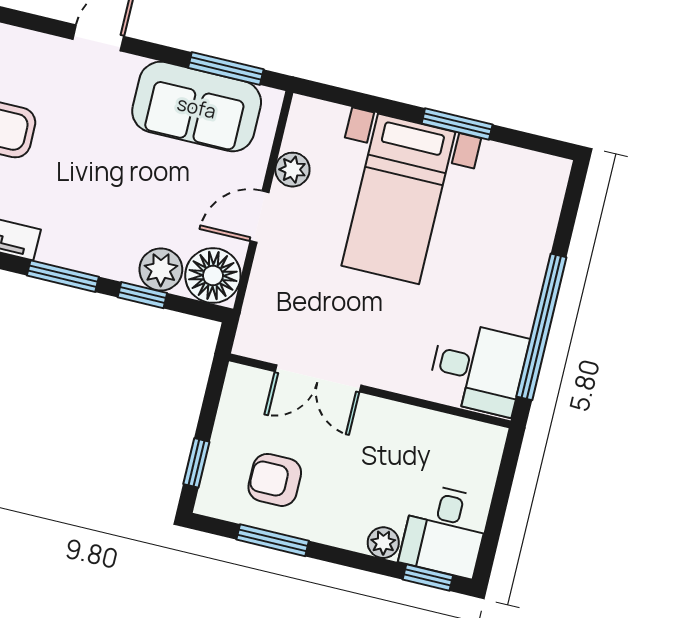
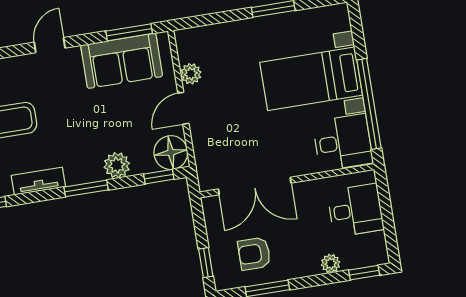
bed with nightstands: (398, 199) -> (311, 79), moved, turned 90
plant: (161, 269) -> (117, 165), moved
window: (142, 295) -> (159, 177), moved
double door: (318, 378) -> (255, 186), width x1.37
desk: (445, 531) -> (356, 210), moved, turned -90

